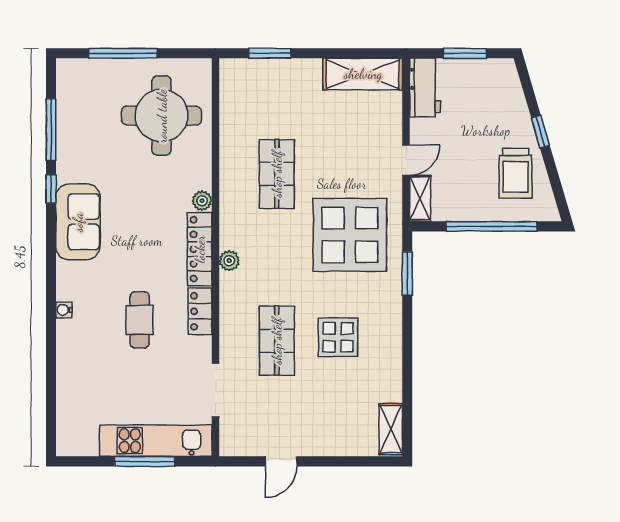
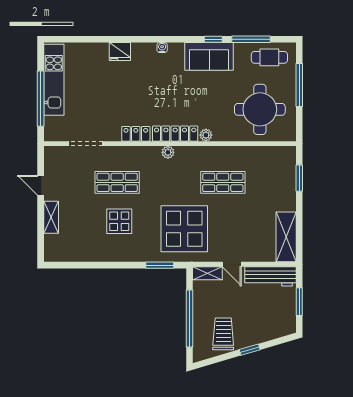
workbench: (425, 88) -> (271, 276), width x1.38
trolley: (516, 173) -> (223, 334), turned 90
sofa: (78, 222) -> (209, 56), moved
water cooler: (64, 310) -> (162, 48), moved
cafe table: (140, 320) -> (269, 57), moved
fridge: (70, 336) -> (120, 52), added
shelving: (391, 429) -> (51, 217), moved, turned 90
kitchen unit: (156, 441) -> (54, 80), moved
window: (145, 461) -> (41, 99), width x1.46

